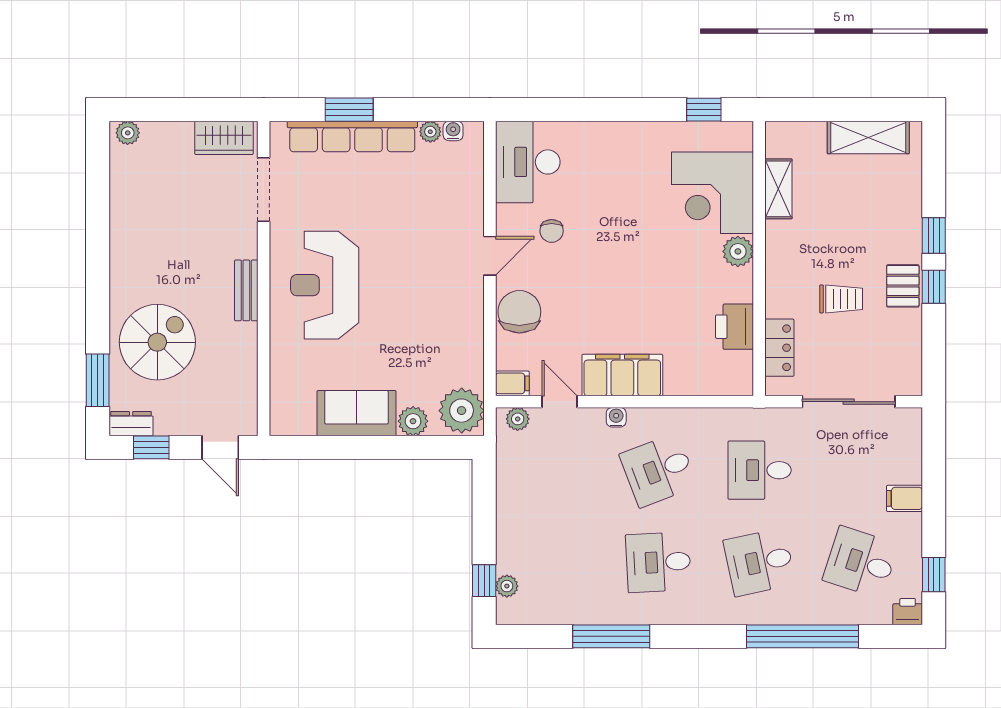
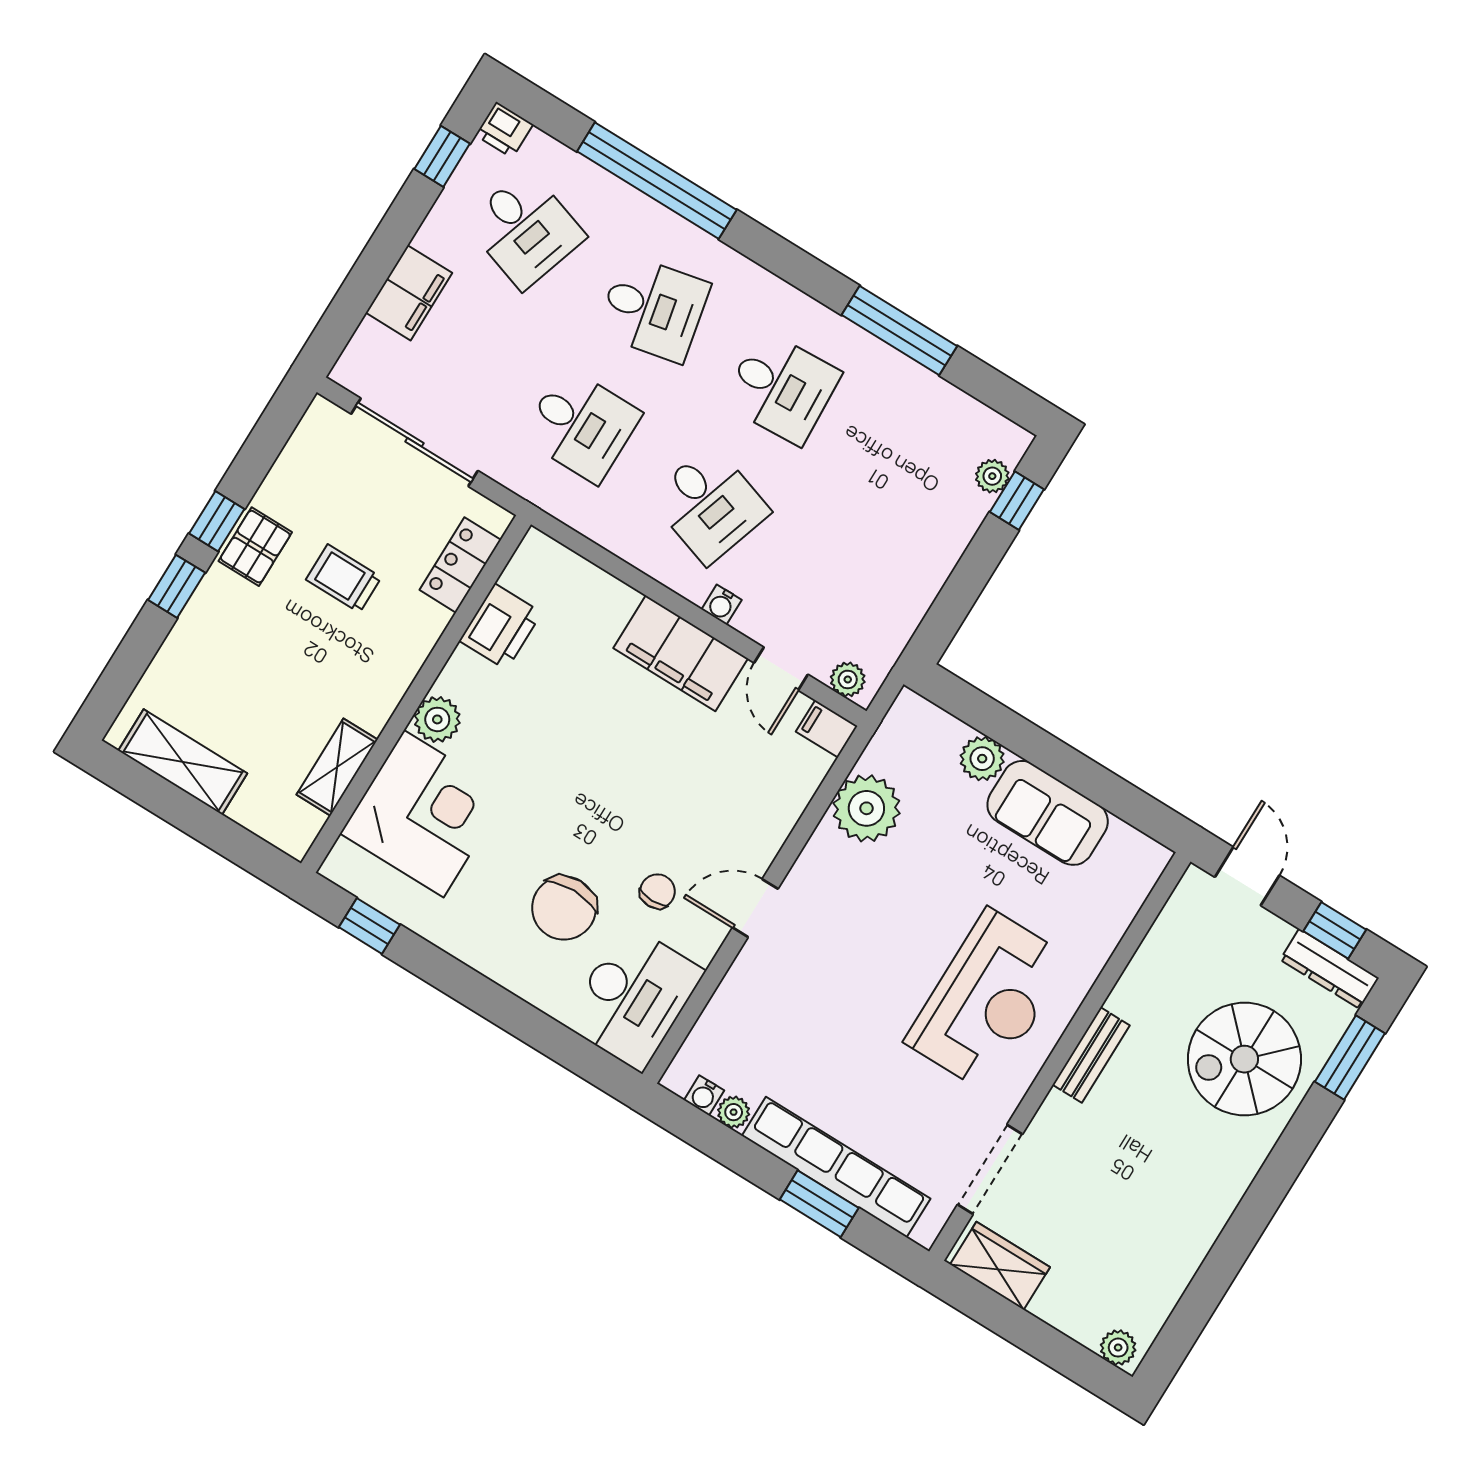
chair: (519, 312) -> (564, 908), moved
plant: (462, 411) -> (866, 808), moved
dresser: (131, 424) -> (1329, 969), width x1.44
desk: (658, 470) -> (709, 504), turned 39
filing cabinet: (904, 498) -> (409, 293), width x2.00

